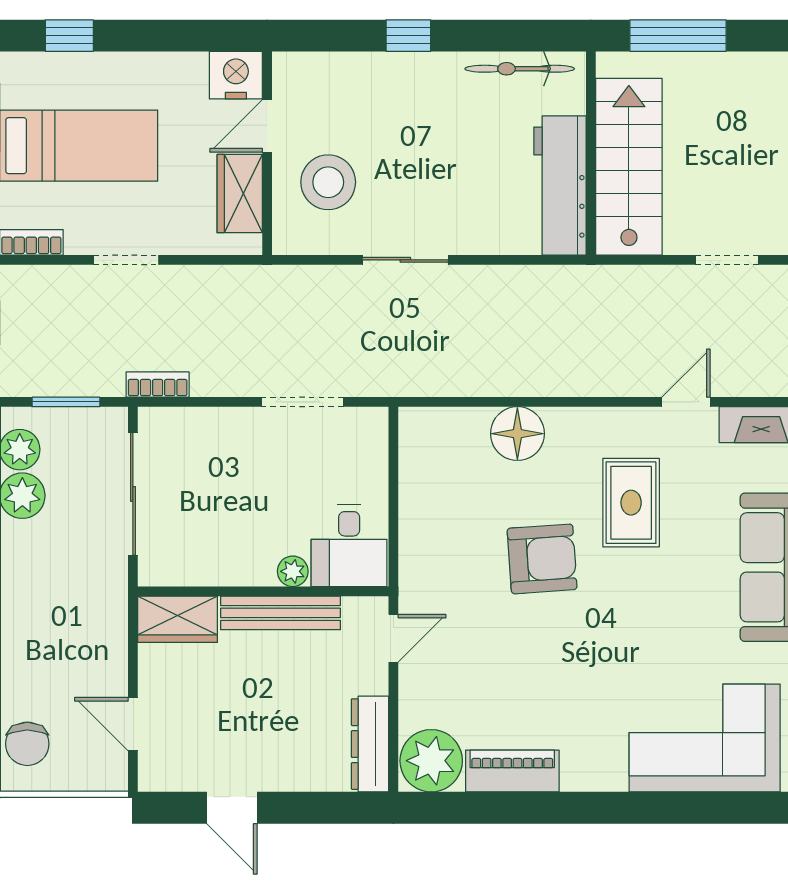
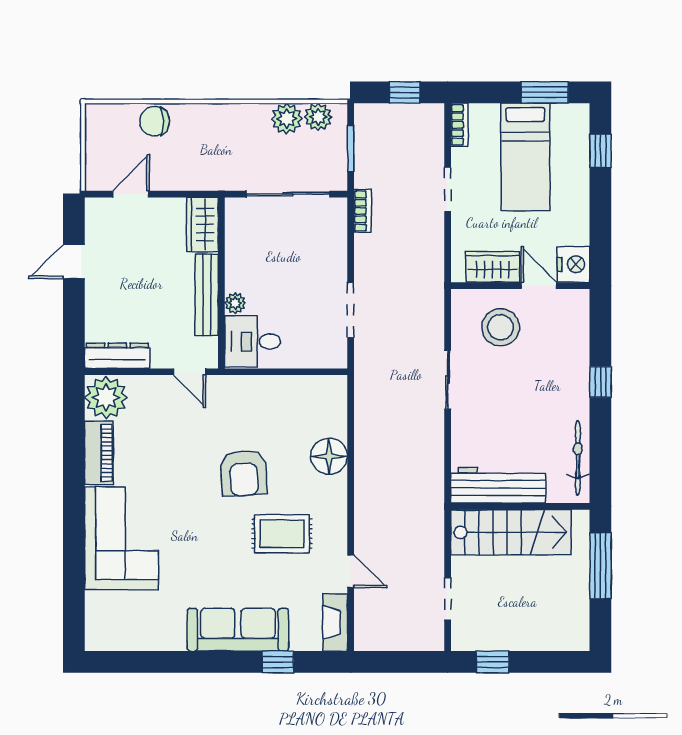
corner sofa: (705, 738) -> (121, 538), moved
chair: (27, 744) -> (154, 121), moved

